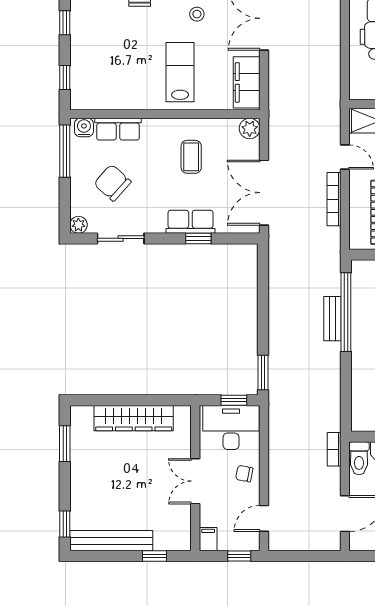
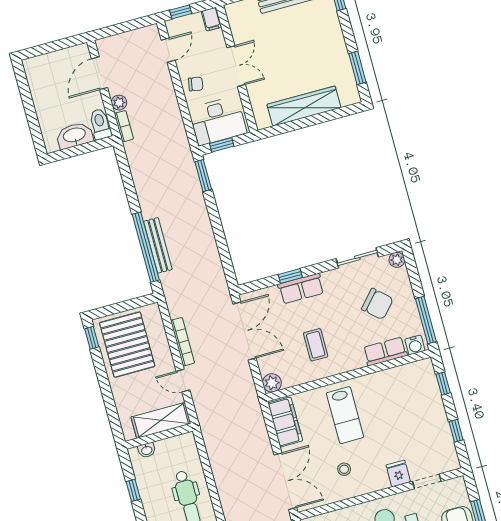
bench: (332, 319) -> (158, 245), width x1.36
plant: (332, 476) -> (119, 103), added

